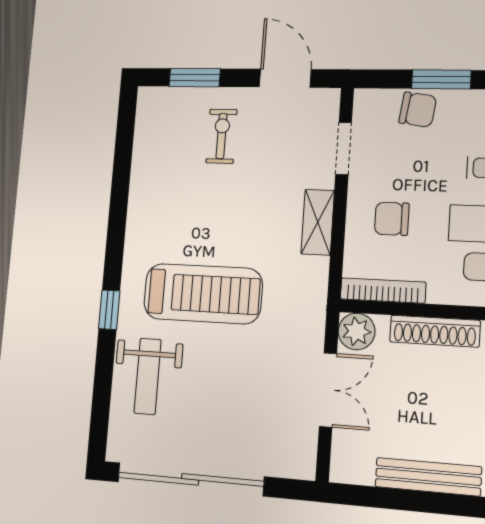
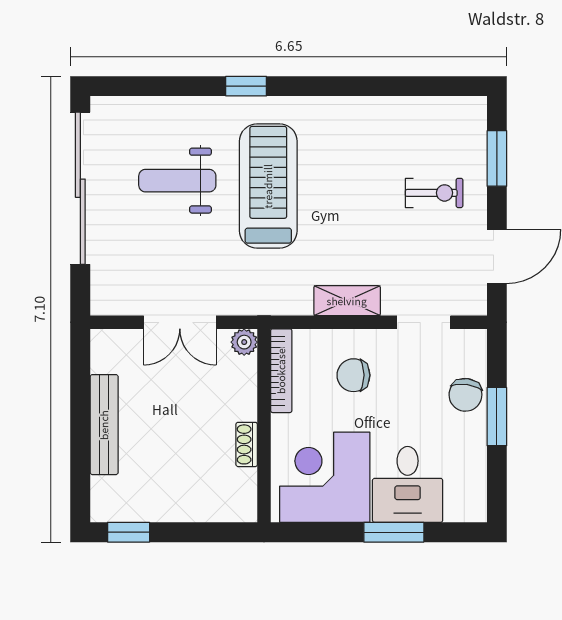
chair: (392, 219) -> (353, 375), turned -90
treadmill: (203, 294) -> (268, 186), turned 180
plant: (357, 331) -> (244, 342), width x0.73, depth x0.73
shoe rack: (435, 331) -> (247, 444), width x0.51, depth x0.81
weight bench: (148, 376) -> (177, 181), moved

